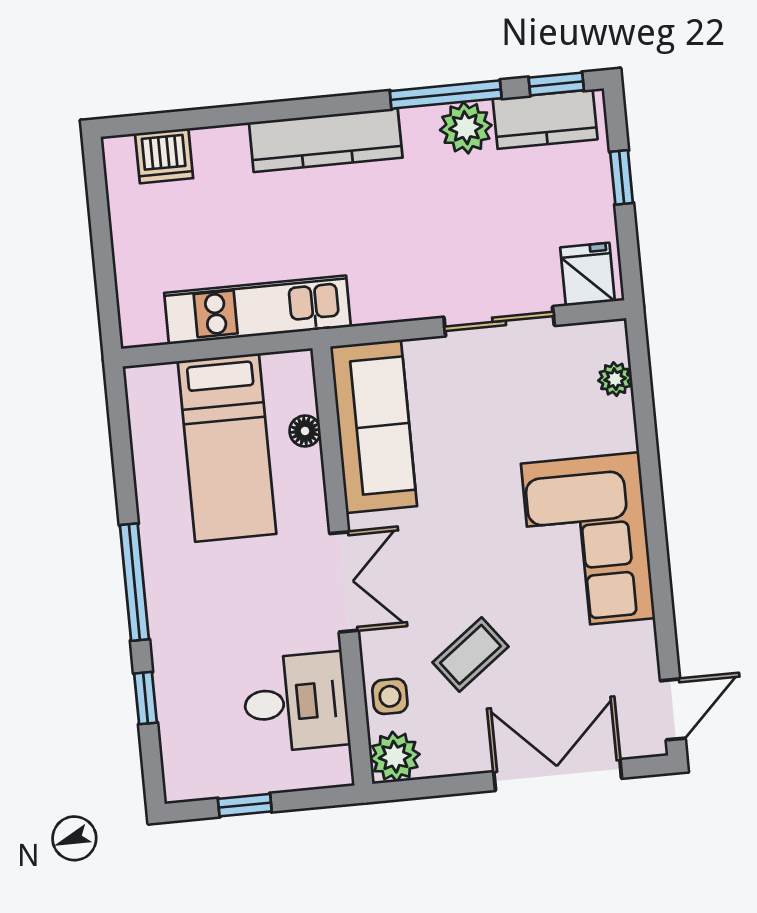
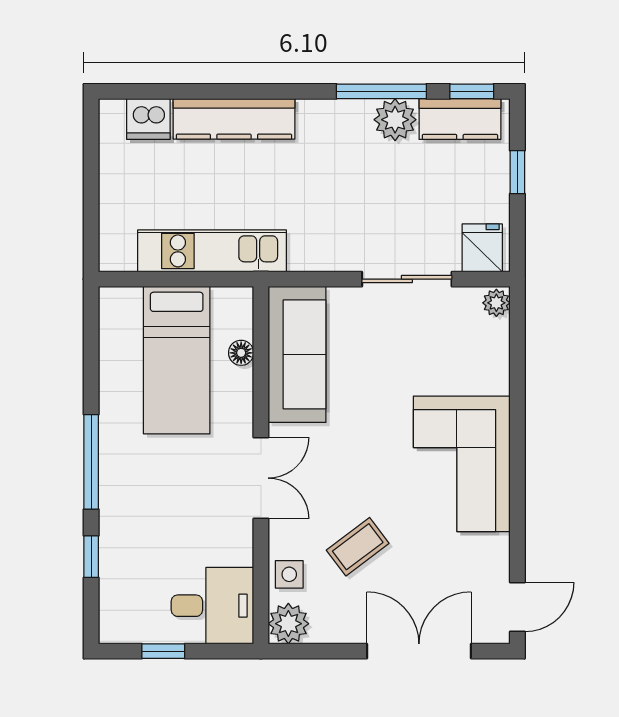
kitchen counter: (326, 140) -> (234, 119), moved
plant: (615, 379) -> (496, 303), moved
desk: (296, 702) -> (212, 606), moved

